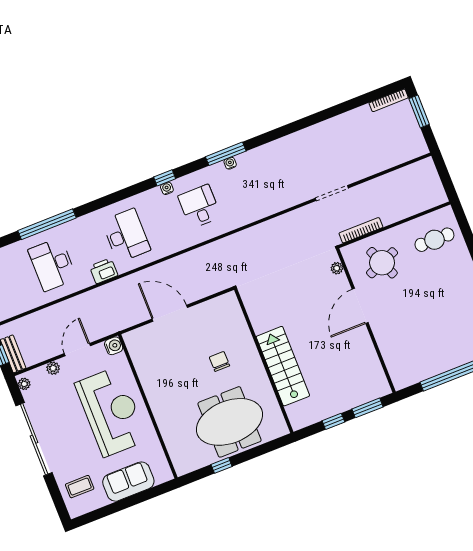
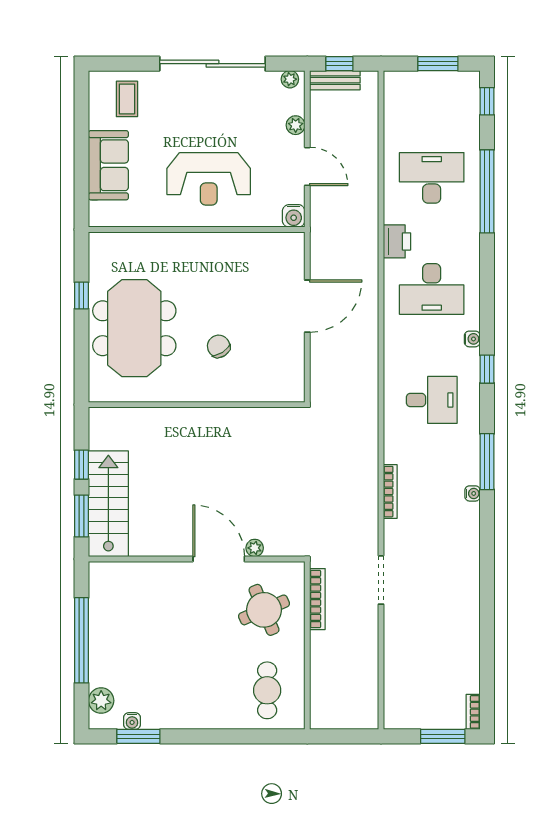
bookcase: (389, 100) -> (473, 712), width x0.64
water cooler: (230, 163) -> (472, 493), moved
water cooler: (167, 188) -> (472, 339), moved
bookcase: (271, 210) -> (390, 492), added
plant: (337, 268) -> (255, 548), moved
chair: (219, 361) -> (219, 346), turned -123
stairs: (283, 366) -> (108, 504), moved, turned -90
reception desk: (111, 412) -> (209, 179), width x0.74, depth x0.77

